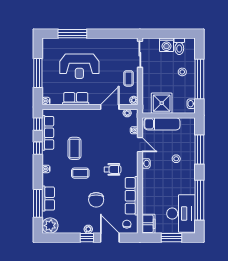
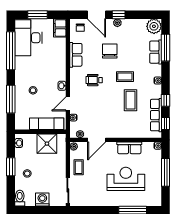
toilet: (179, 46) -> (20, 198), moved
window: (199, 79) -> (11, 167), width x0.47
door: (140, 145) -> (68, 104), hinge flipped
row of seats: (132, 196) -> (76, 55), width x0.68

